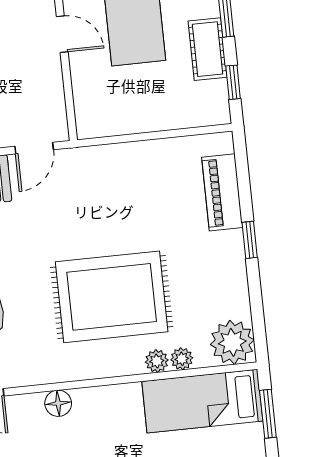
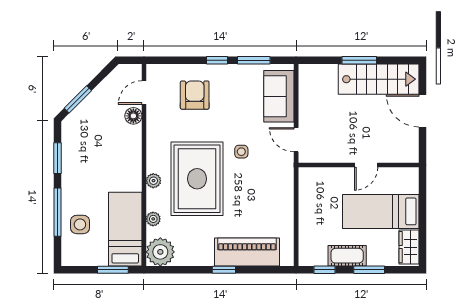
piano: (222, 192) -> (247, 252), width x1.37, depth x1.33
side table: (62, 232) -> (241, 152), added
plant: (157, 361) -> (153, 181), moved
floor lamp: (58, 403) -> (133, 116), moved

